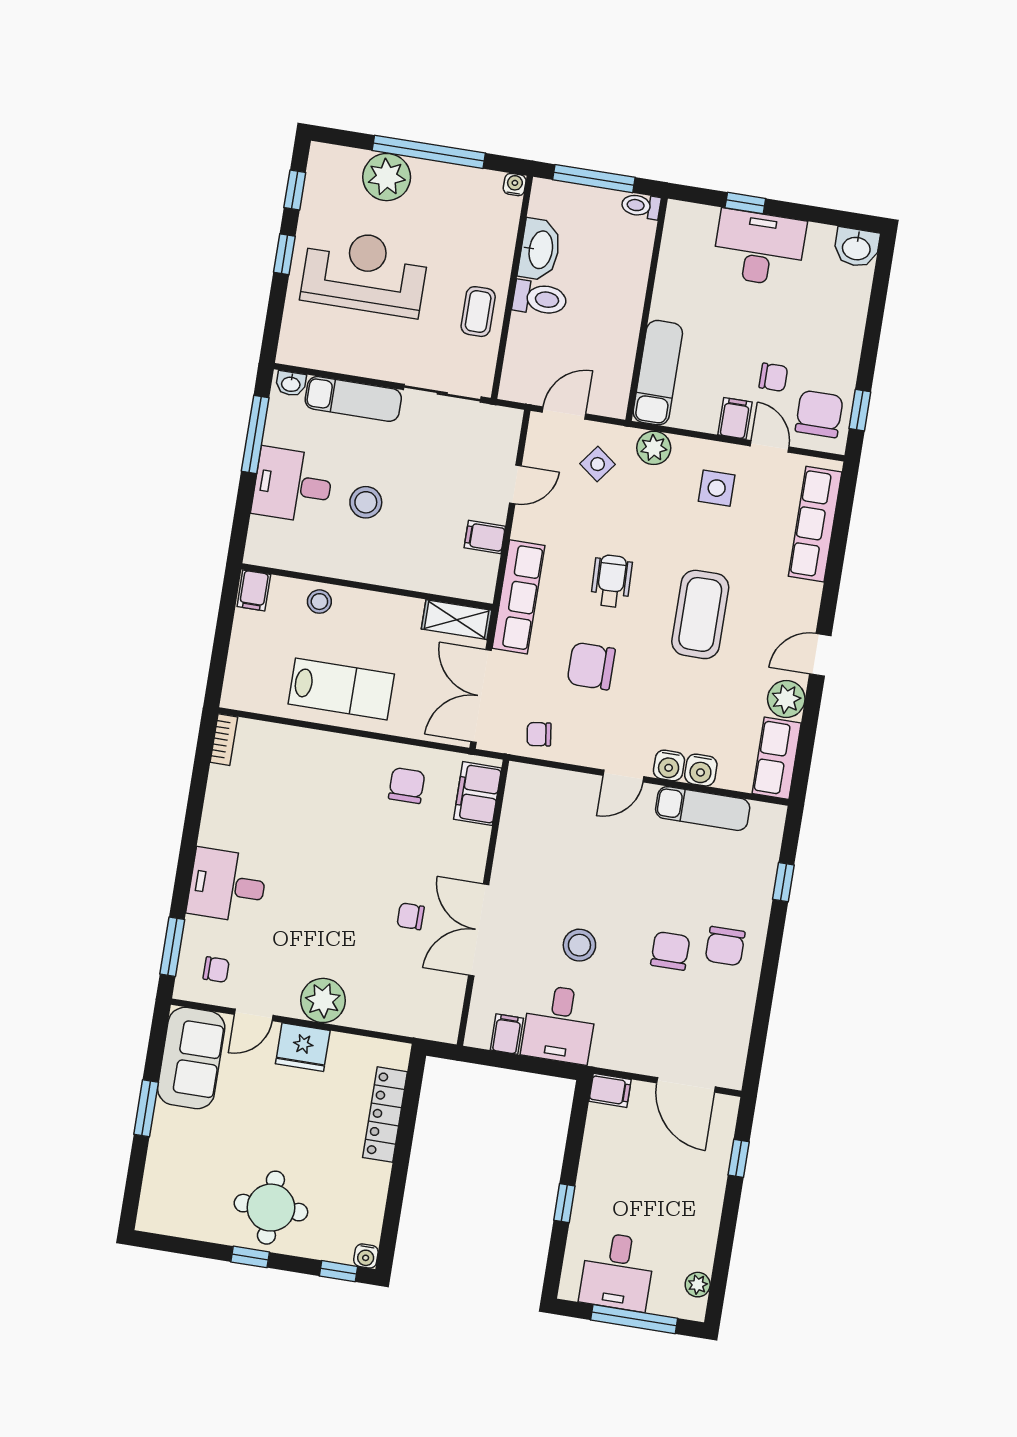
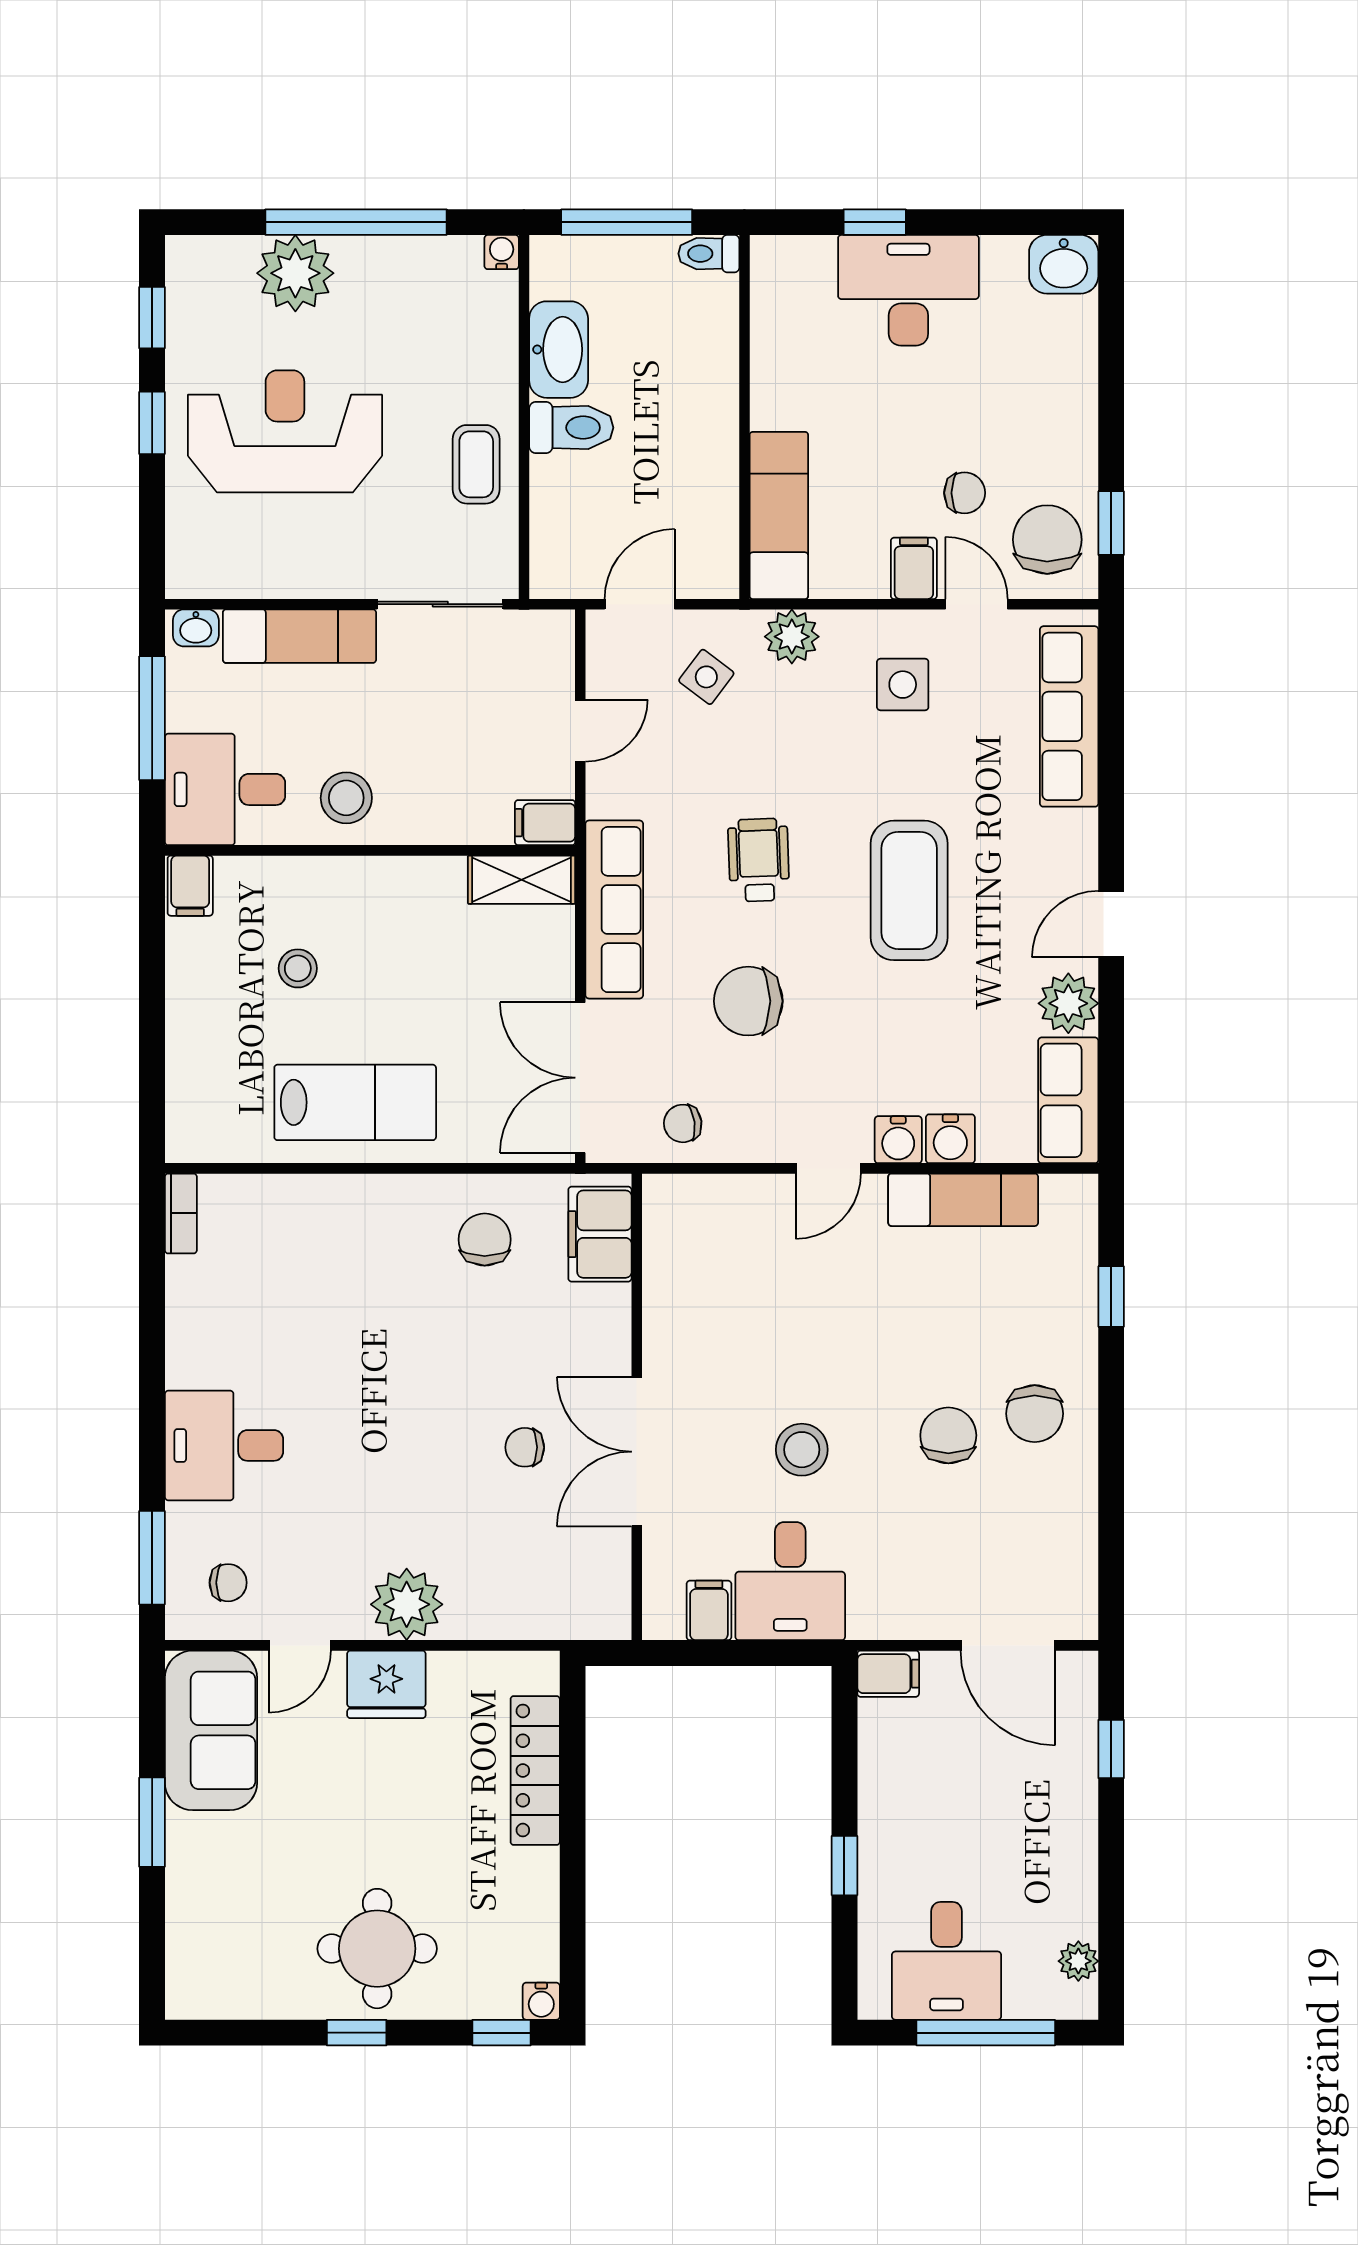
wall: (367, 587) -> (370, 850), moved
filing cabinet: (254, 590) -> (190, 886), moved
shelving: (457, 620) -> (521, 880), moved

